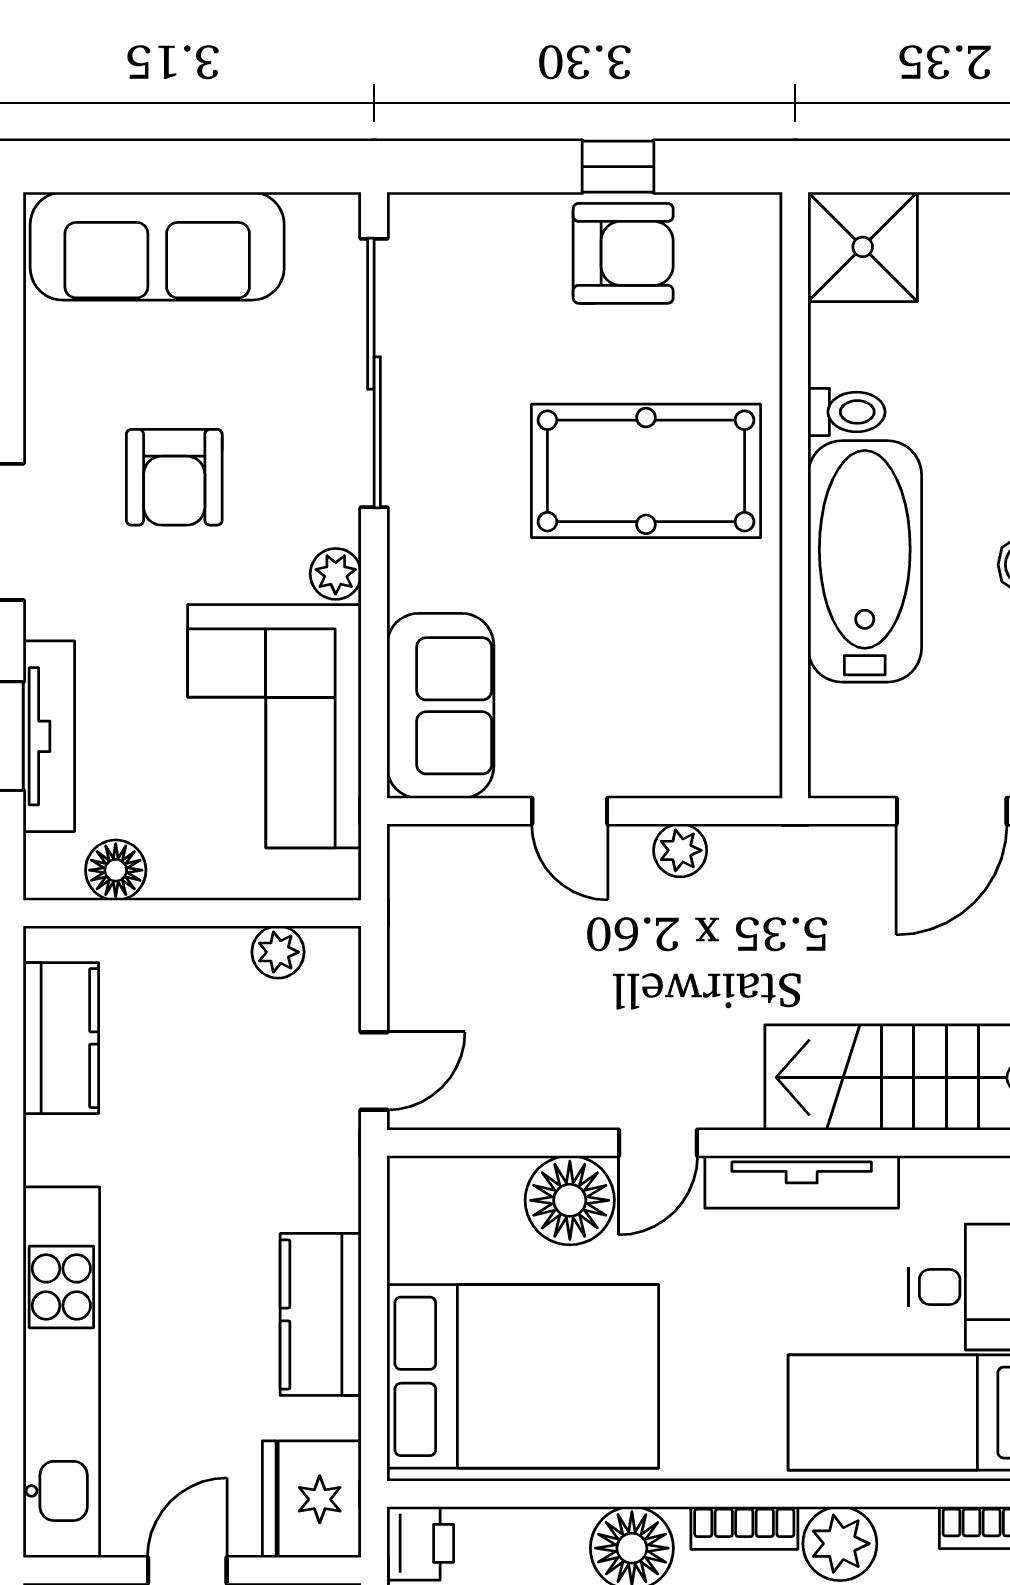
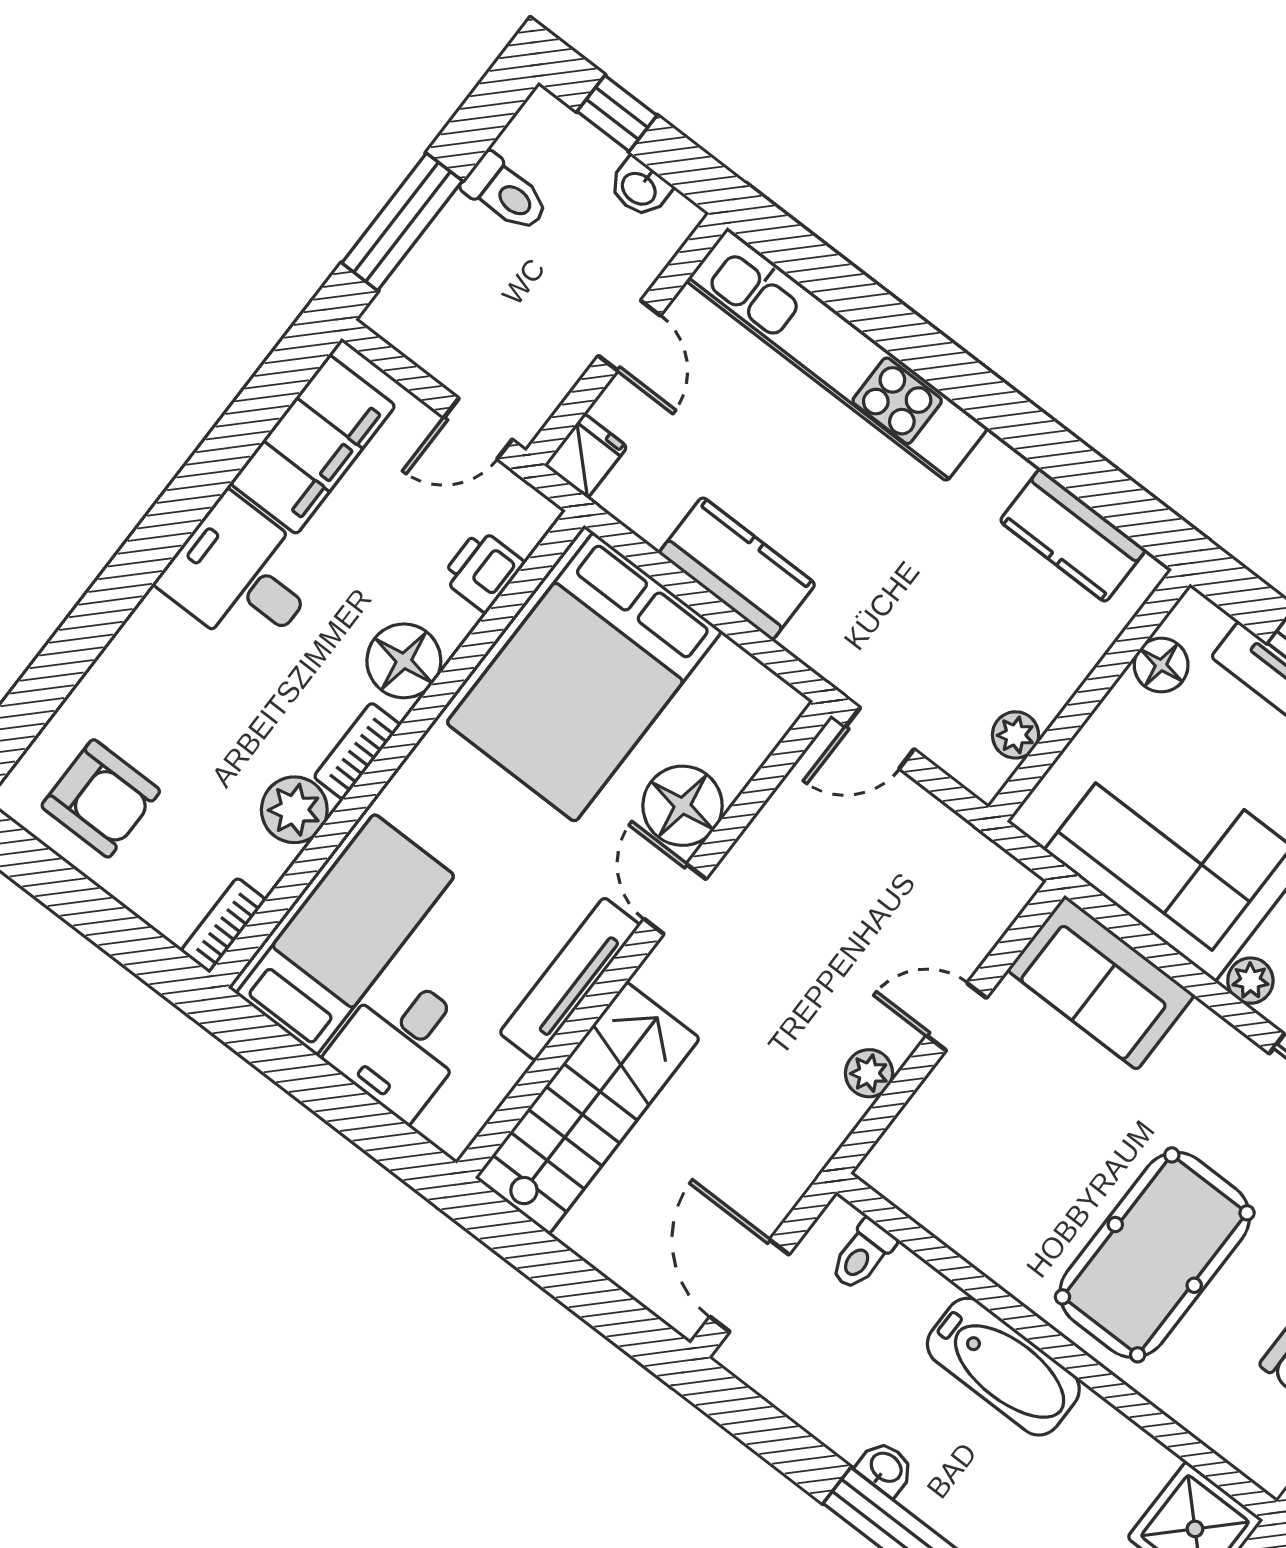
toilet: (846, 412) -> (862, 1255), moved
bathtub: (865, 561) -> (1003, 1367), width x0.73, depth x0.73
door: (374, 1071) -> (880, 738), hinge flipped
fridge: (312, 1499) -> (586, 456), width x0.53, depth x0.75
printer: (420, 1543) -> (483, 570), moved, turned 90

